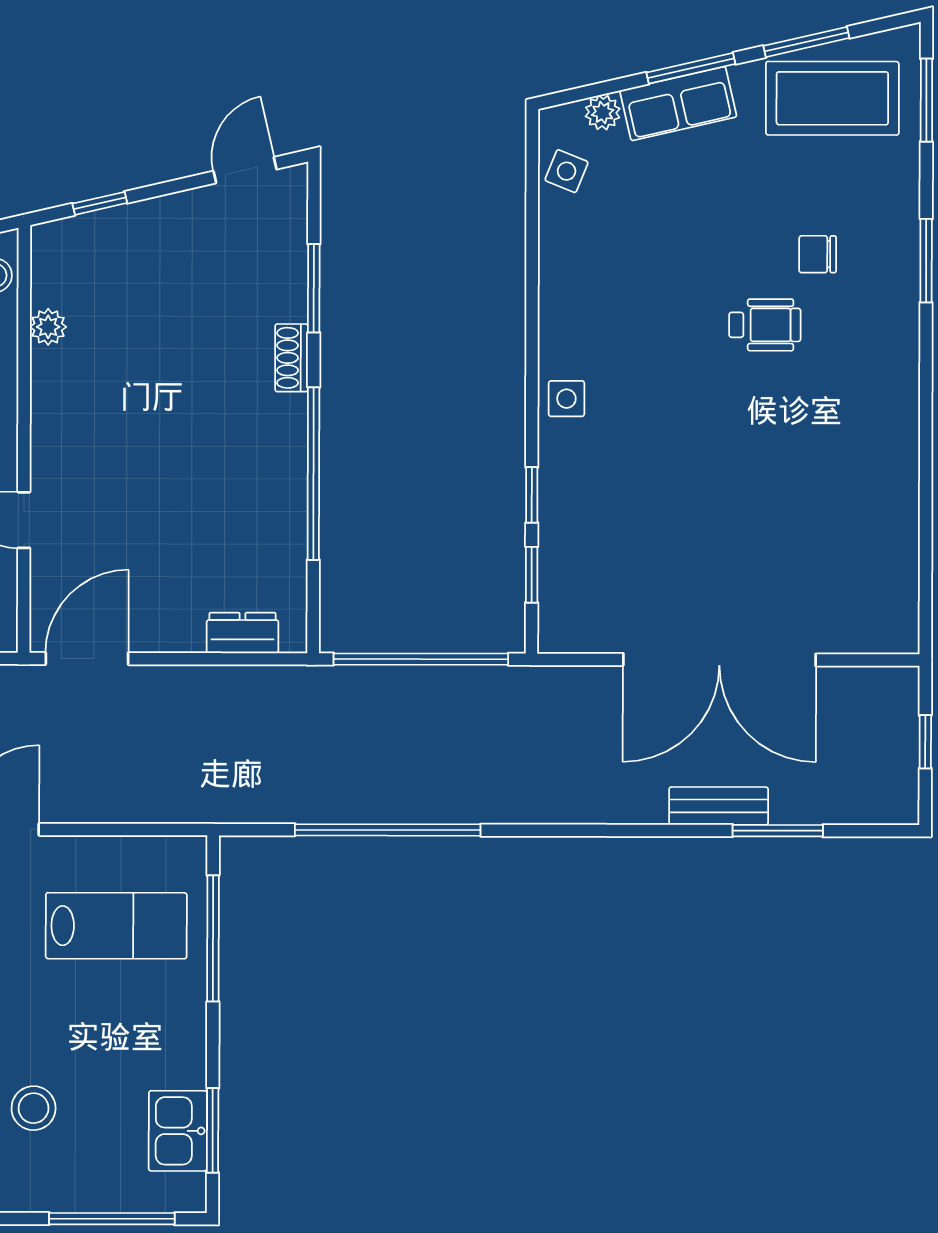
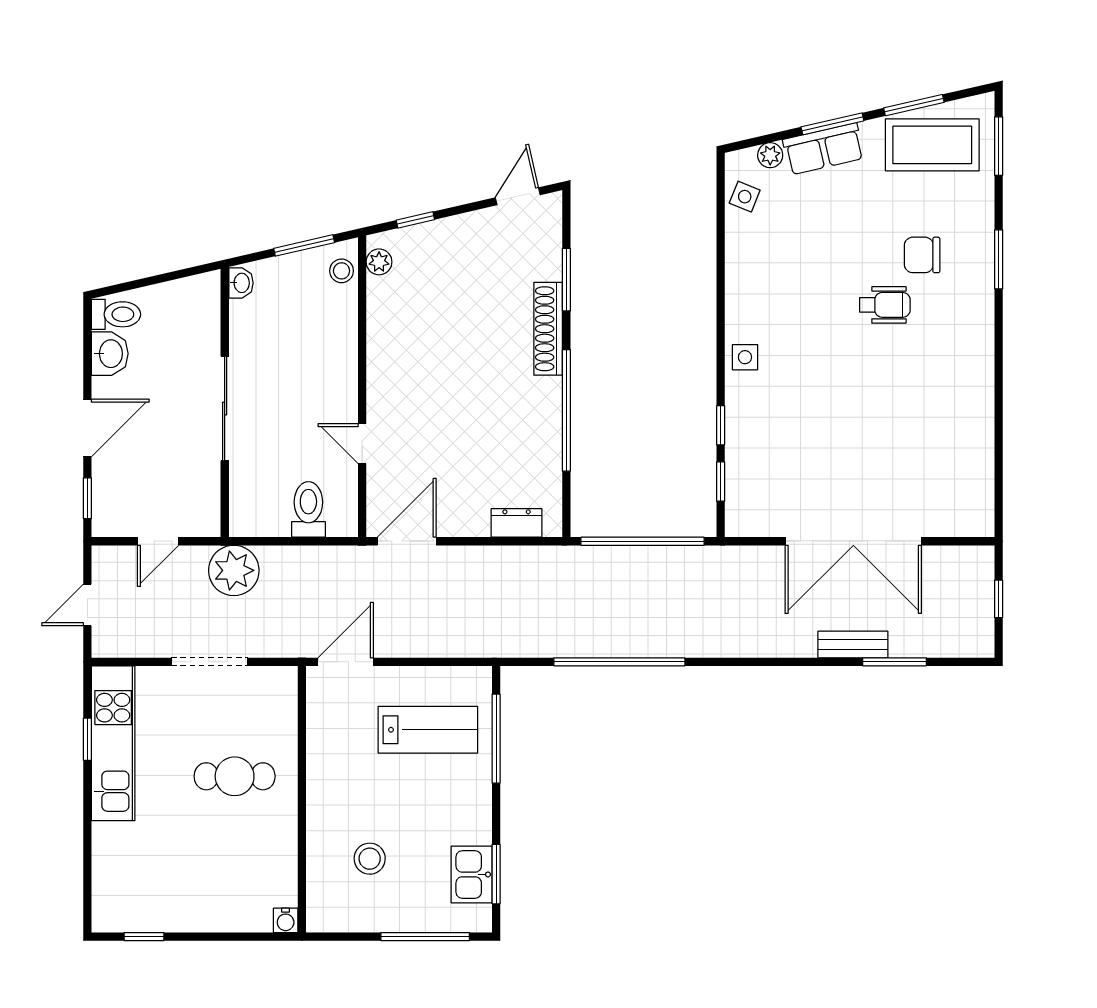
chair: (818, 254) -> (922, 255), width x1.37, depth x1.37
plant: (48, 327) -> (379, 262), moved
shoe rack: (292, 358) -> (548, 329), width x1.94, depth x1.24

